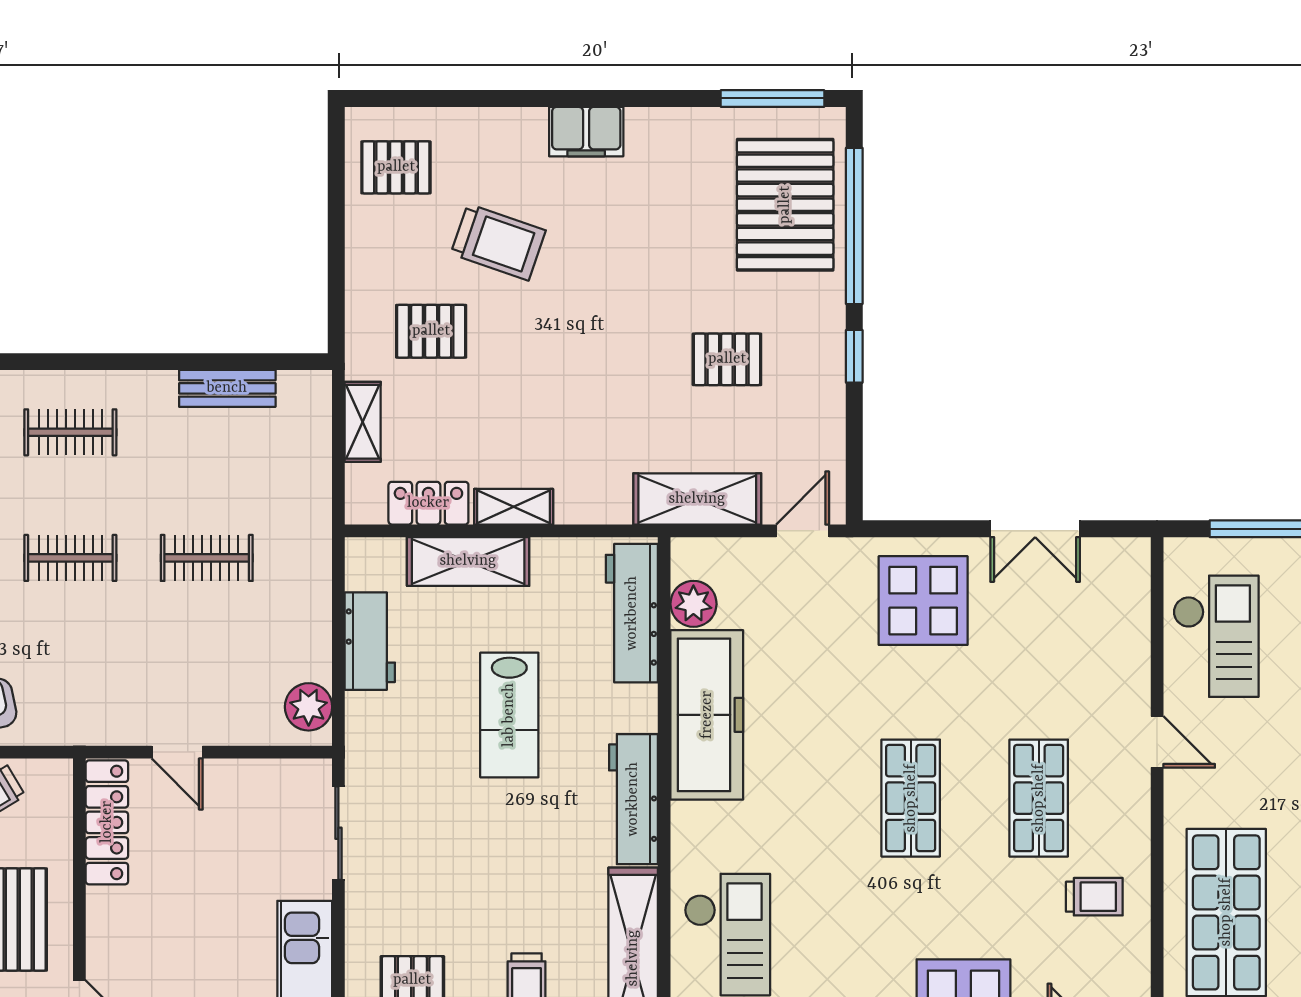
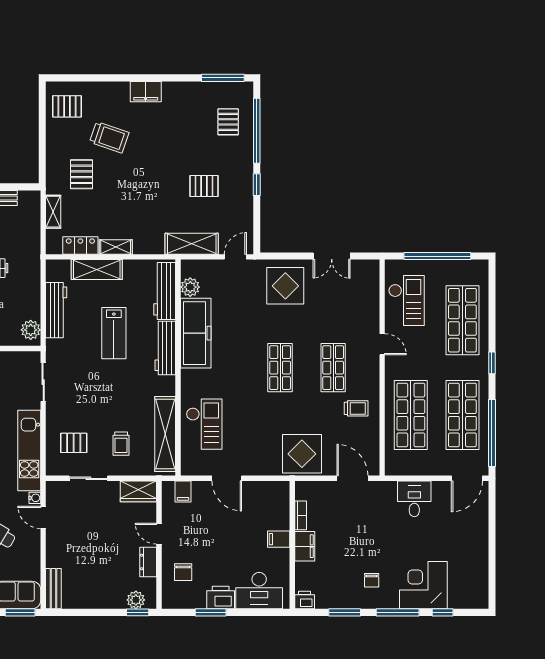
pallet: (785, 205) -> (228, 122), width x0.49, depth x0.50
pallet: (431, 331) -> (81, 174), turned 90
workbench: (370, 641) -> (56, 310), width x1.38
workbench: (633, 799) -> (165, 348), moved

